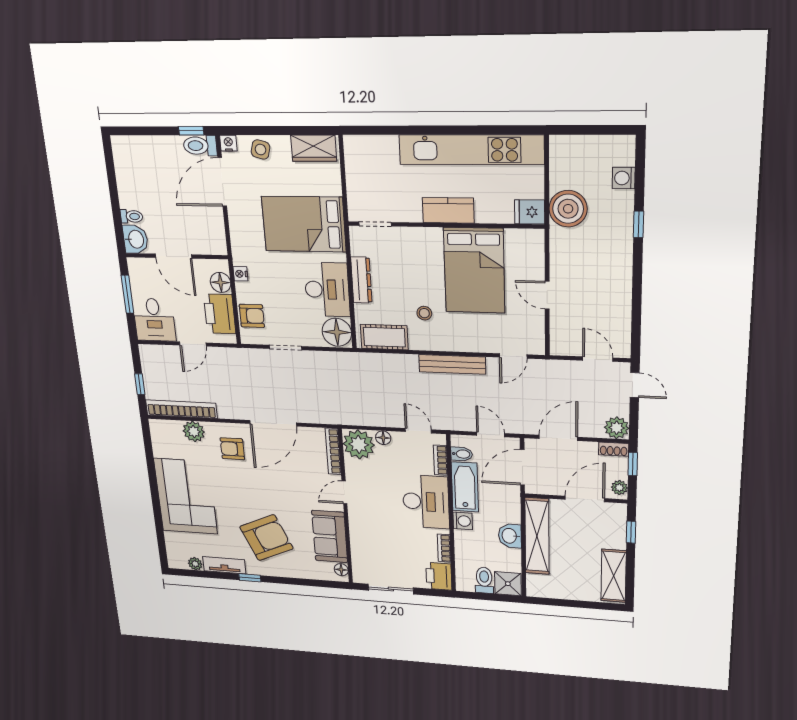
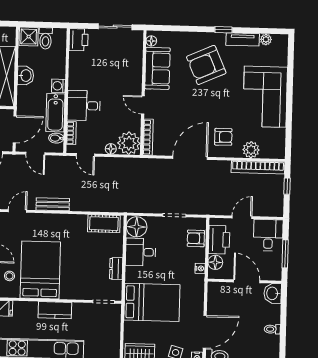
toilet: (132, 216) -> (272, 329), moved
dresser: (361, 280) -> (116, 269), width x0.70
desk: (327, 290) -> (141, 252), width x0.73
stool: (424, 313) -> (9, 276), moved
bench: (452, 364) -> (53, 204), width x0.73
door: (344, 492) -> (143, 105), swing flipped
desk: (426, 502) -> (84, 106), width x0.73
bookcase: (444, 548) -> (73, 63), removed

